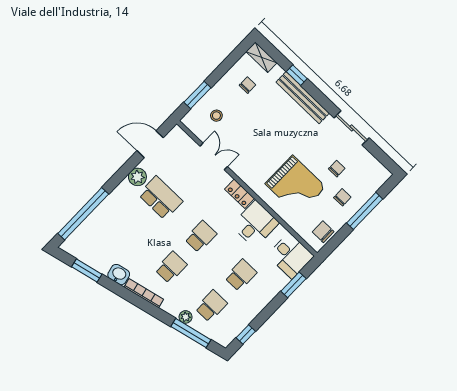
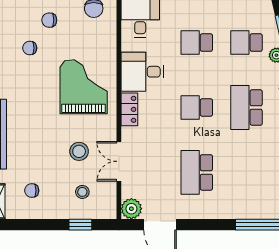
window: (197, 95) -> (80, 225), width x0.67
stool: (243, 138) -> (79, 151), added
plant: (137, 177) -> (131, 209), moved
grand piano: (295, 185) -> (84, 87), moved
school desk: (171, 267) -> (246, 107), width x1.85

